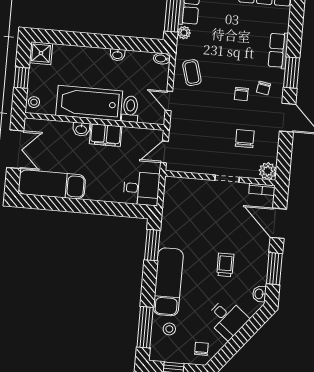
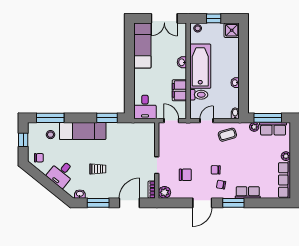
filing cabinet: (106, 135) -> (179, 90), moved

